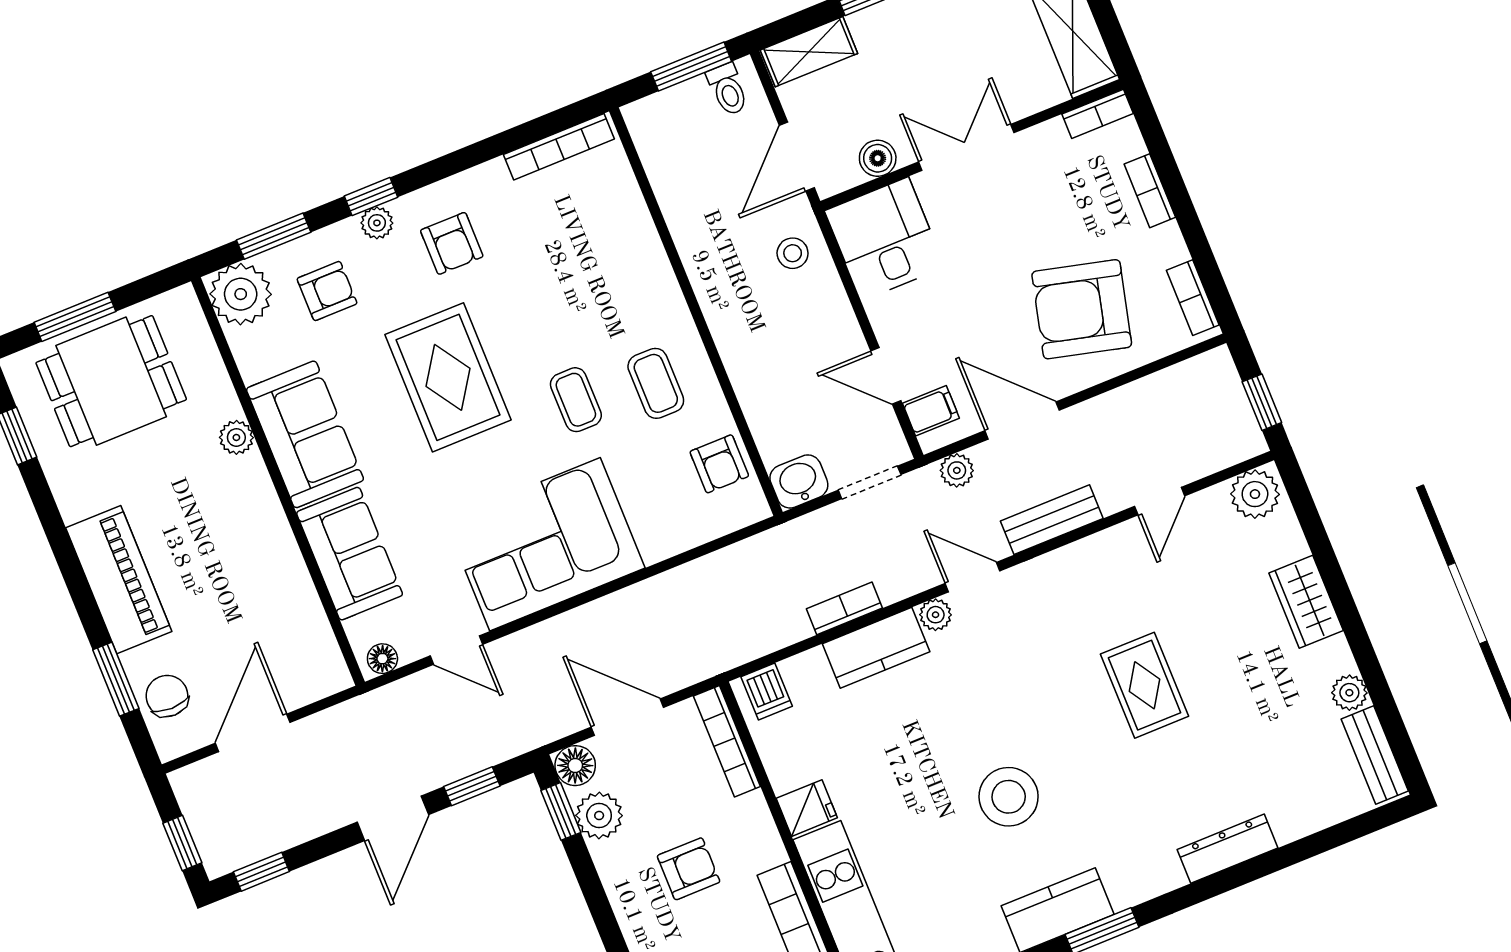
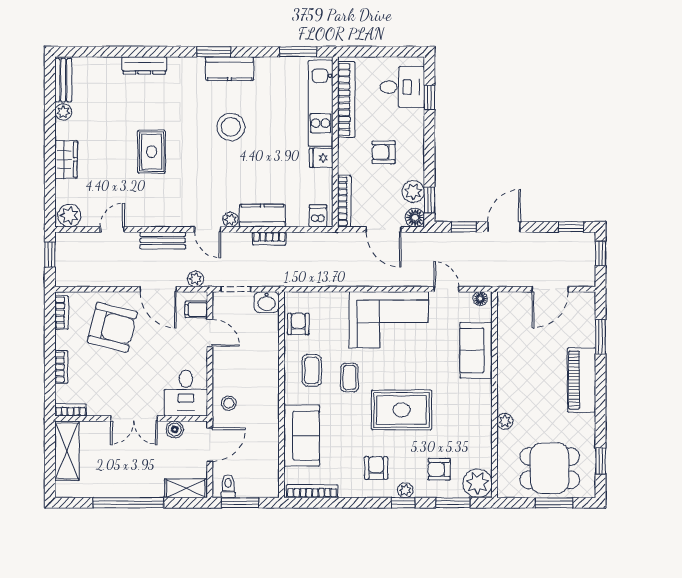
rug: (448, 377) -> (402, 410), turned 90
sofa: (305, 434) -> (302, 436), moved, turned 180
chair: (167, 696) -> (581, 320), removed

